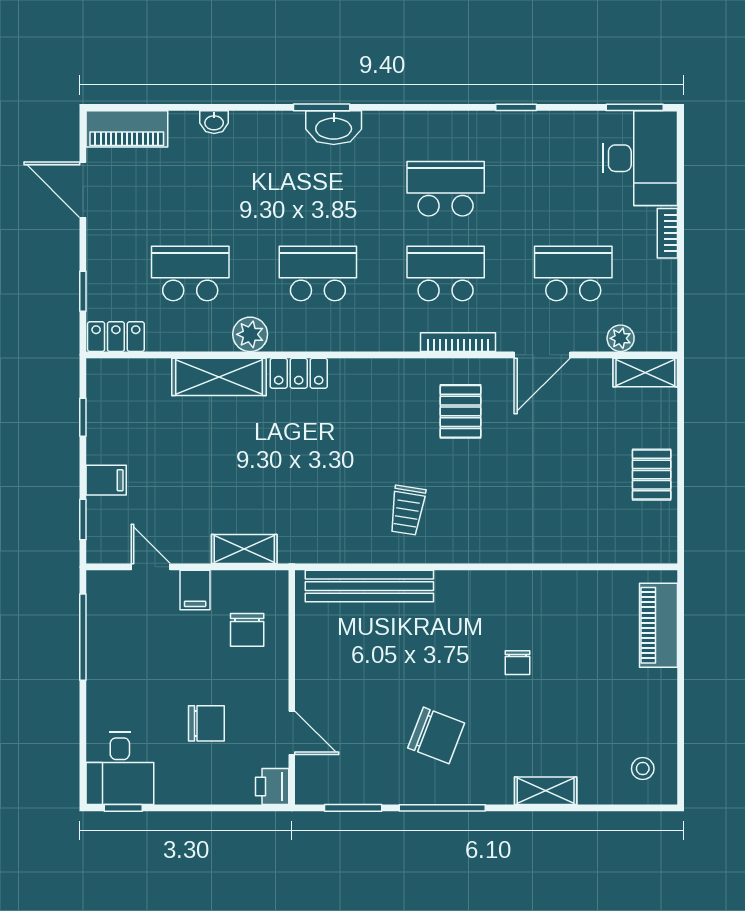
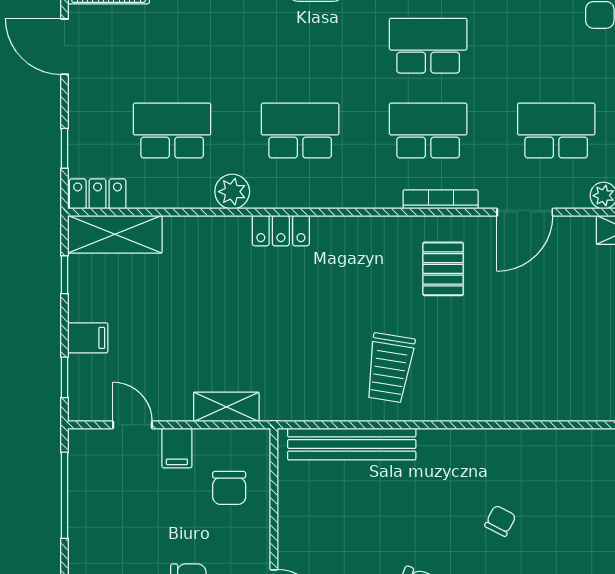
shelving: (219, 377) -> (115, 234), moved
trolley: (407, 510) -> (390, 368), width x1.36, depth x1.39
chair: (517, 663) -> (500, 521), turned -153

